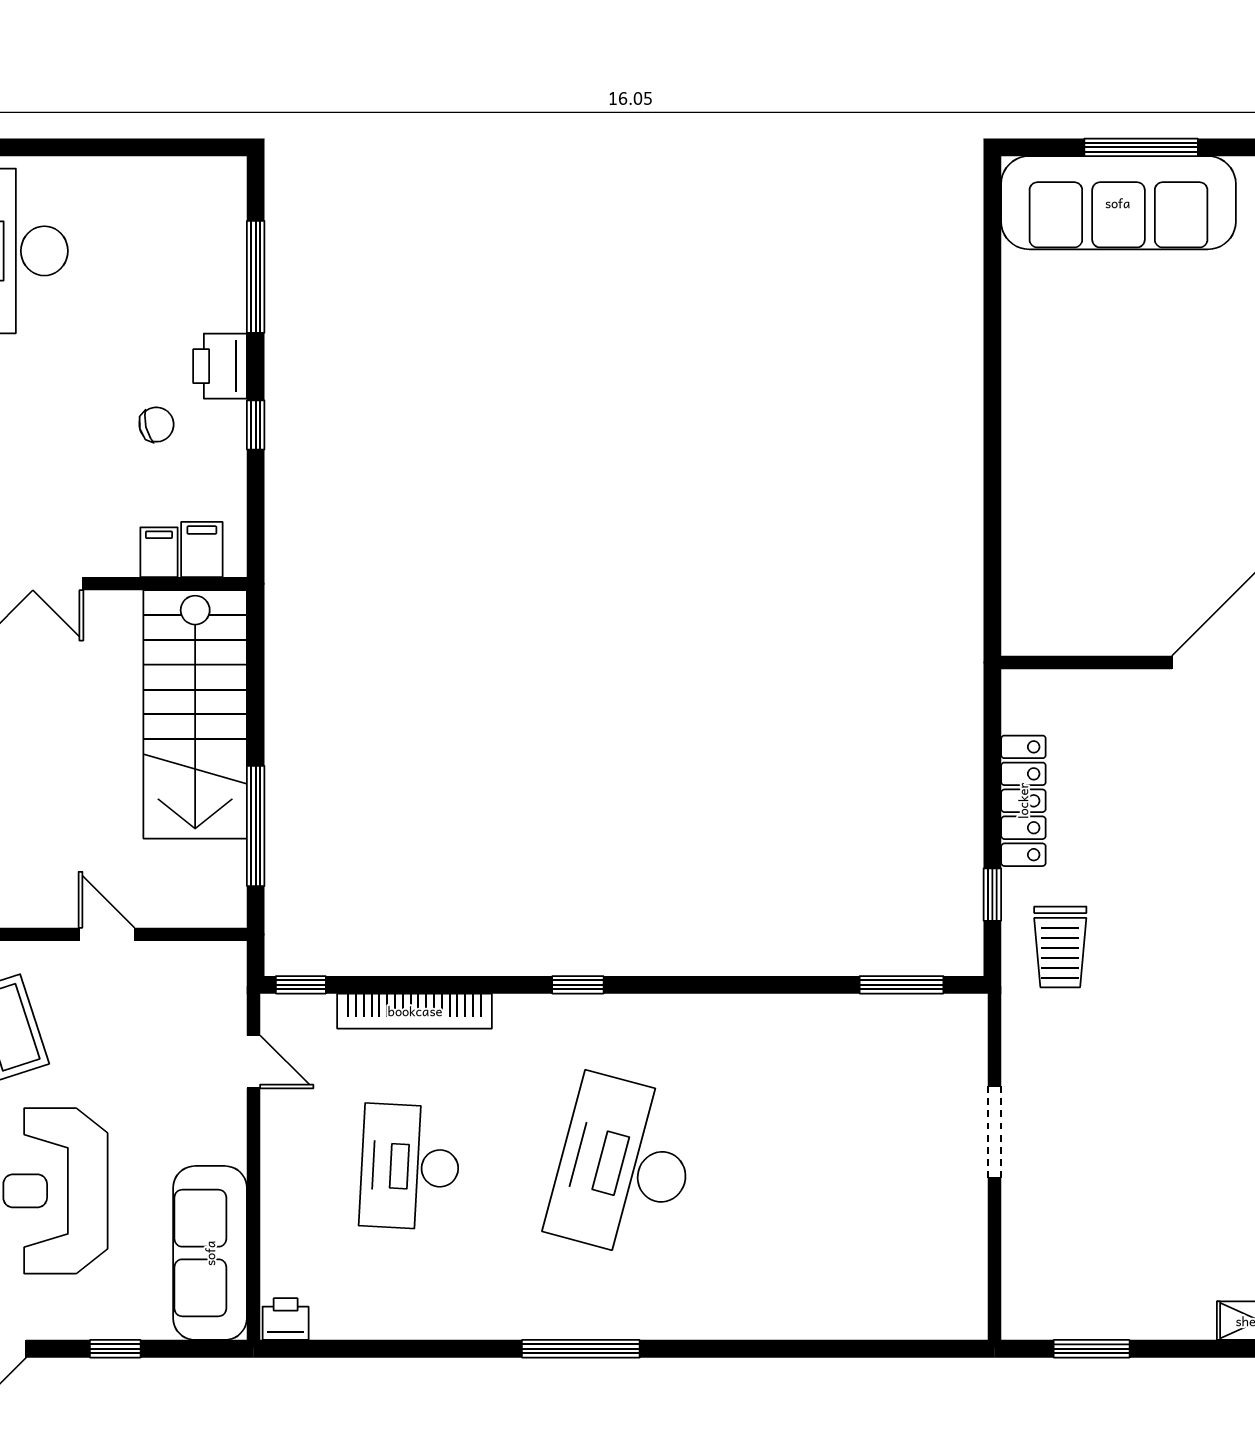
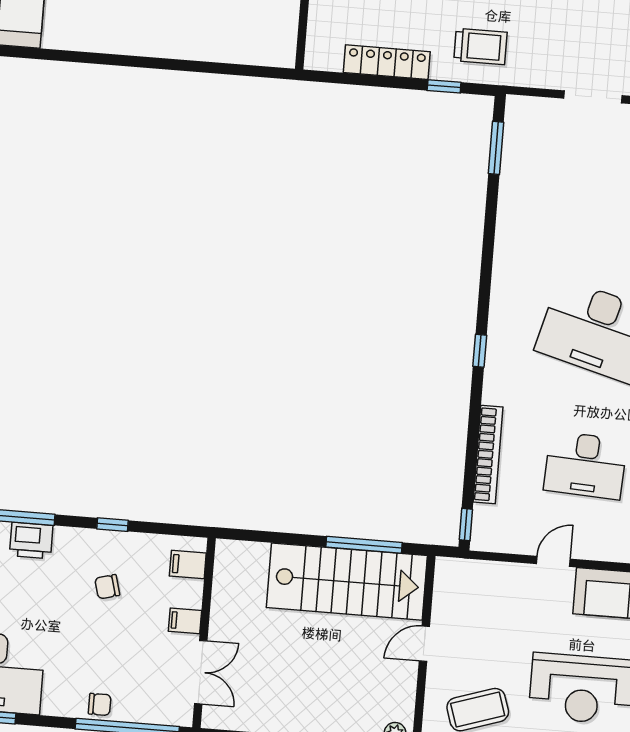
printer: (220, 366) -> (31, 541), moved
chair: (156, 425) -> (107, 587), turned -91
filing cabinet: (159, 552) -> (185, 621), moved
stairs: (195, 714) -> (347, 582), moved
door: (254, 1062) -> (553, 561), moved

